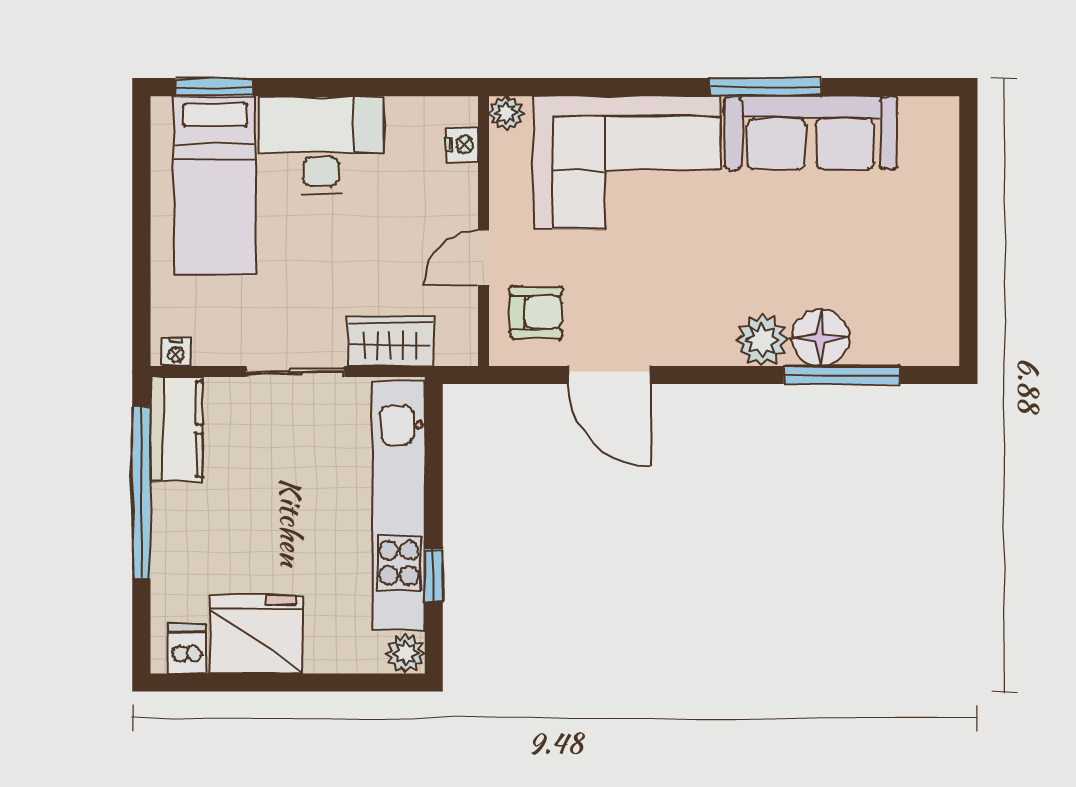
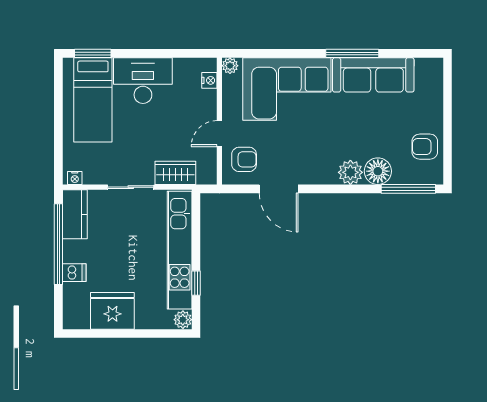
armchair: (920, 285) -> (425, 147), added
window: (842, 375) -> (408, 189), moved
dishwasher: (187, 649) -> (74, 273), moved, turned 90

